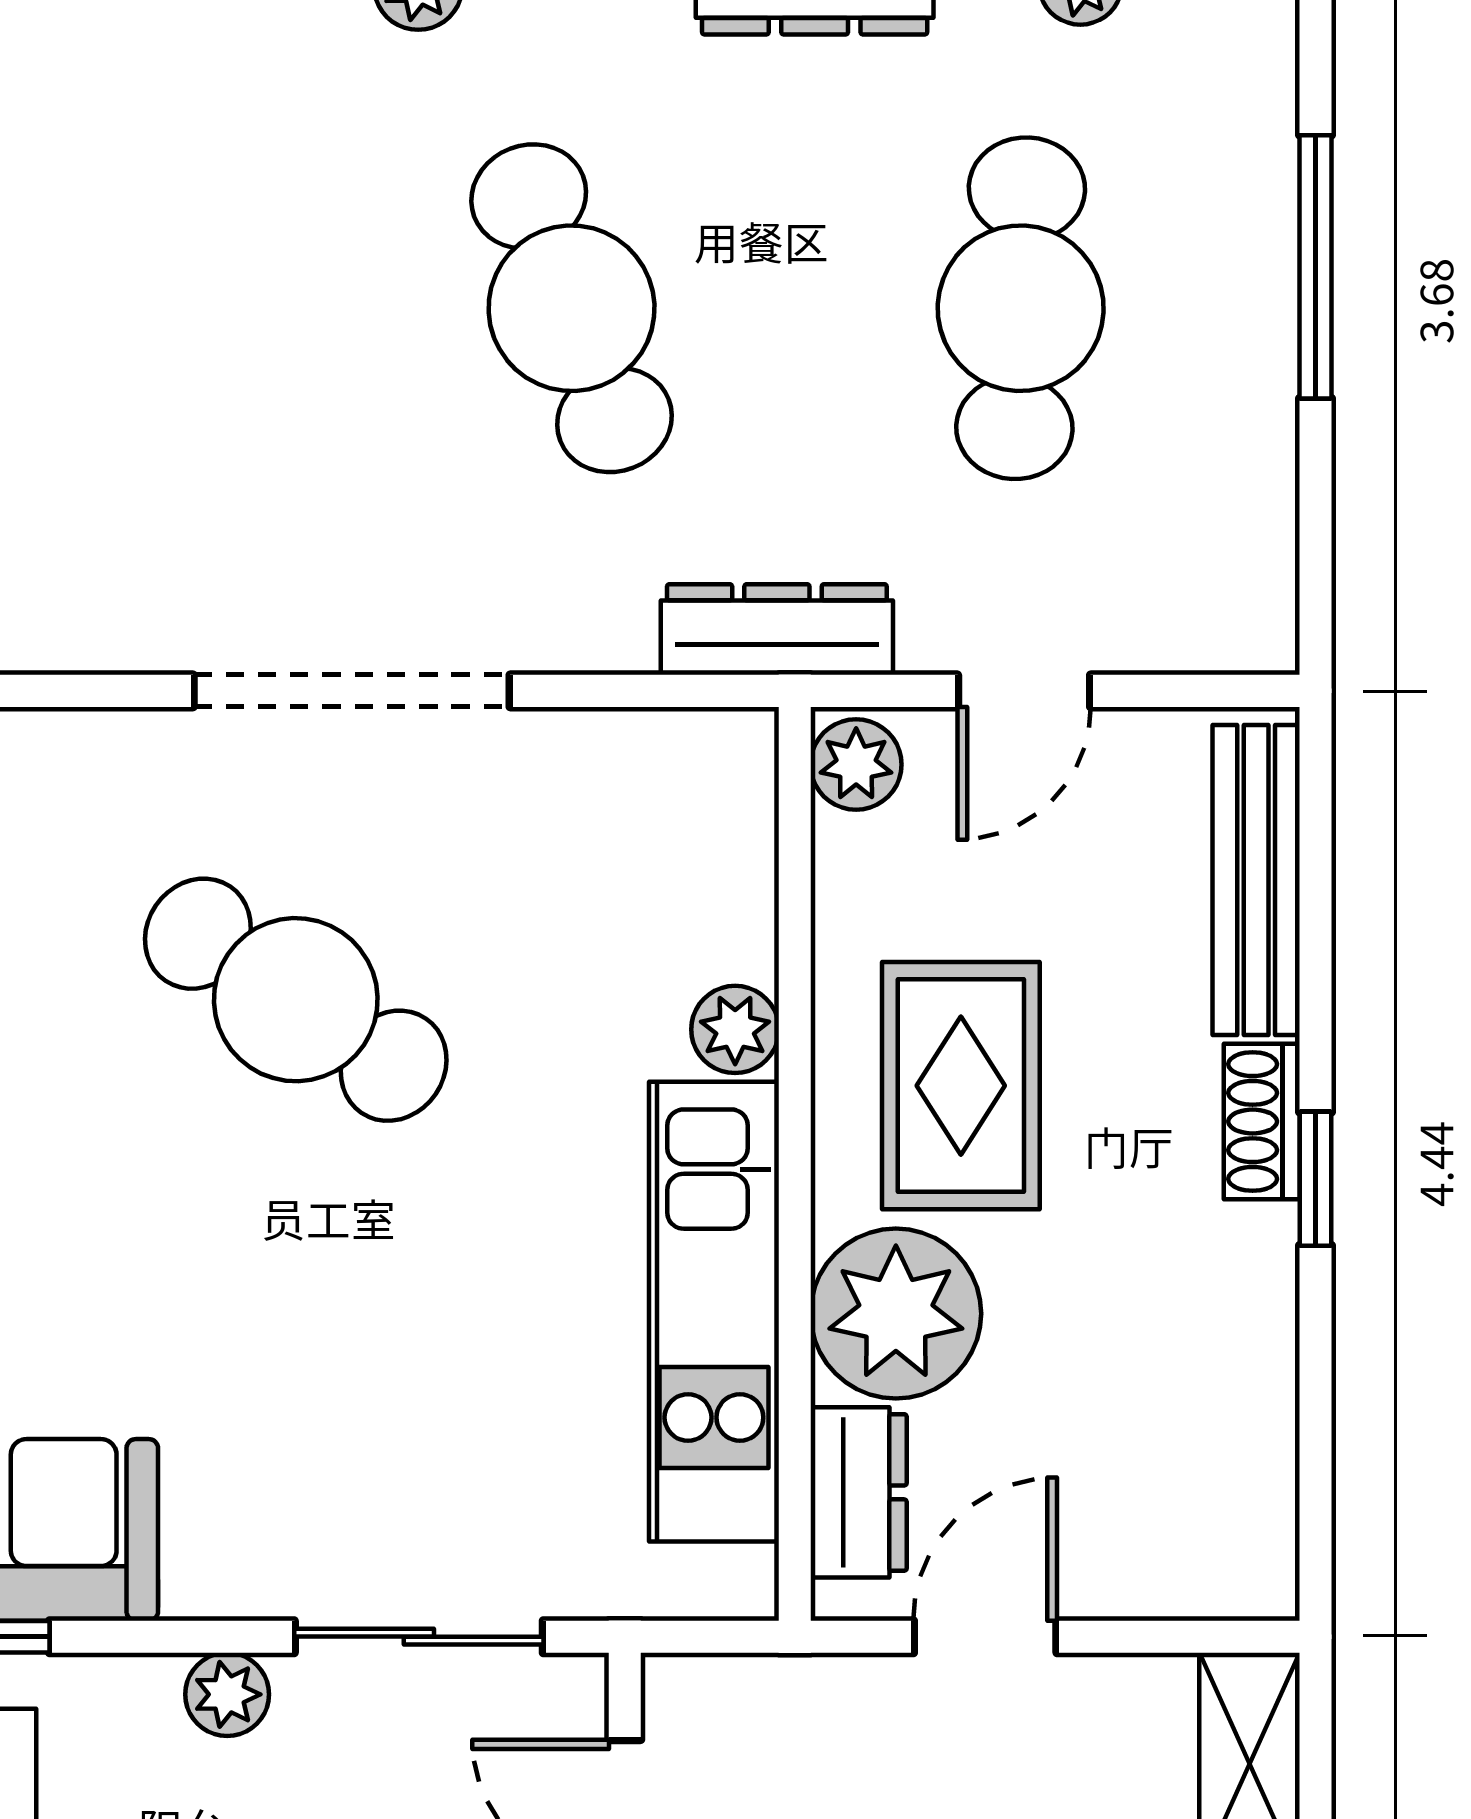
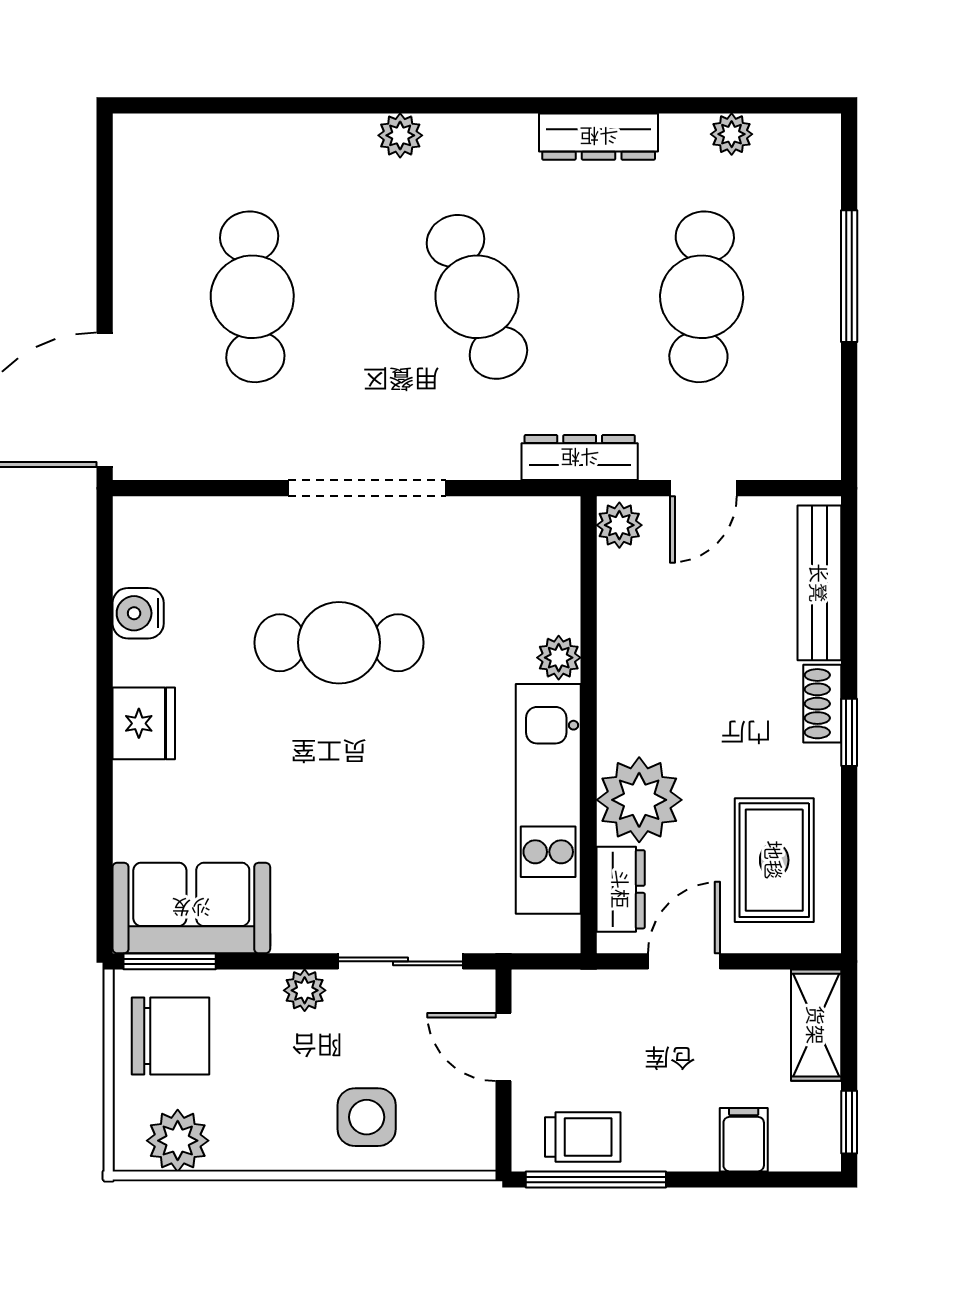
cafe table: (122, 308) -> (252, 297), added
cafe table: (296, 1000) -> (339, 643), turned -34
rug: (961, 1086) -> (774, 860), moved

